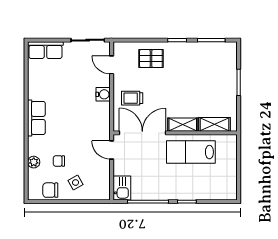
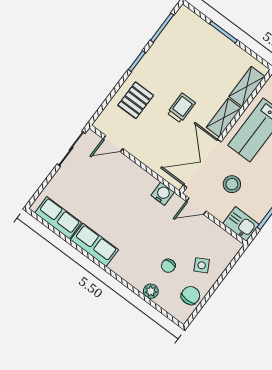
row of seats: (45, 50) -> (58, 218), moved, turned -90
water cooler: (103, 94) -> (163, 194), moved
trolley: (132, 98) -> (181, 108), moved, turned 180
row of seats: (36, 118) -> (95, 245), moved
stool: (143, 163) -> (232, 184), added
chair: (50, 190) -> (191, 296), turned 180

